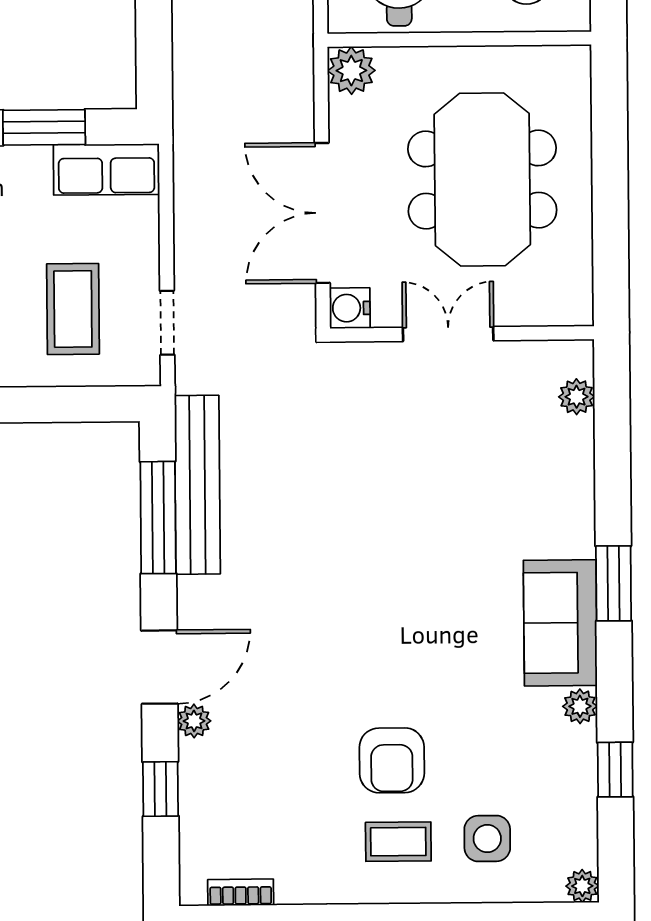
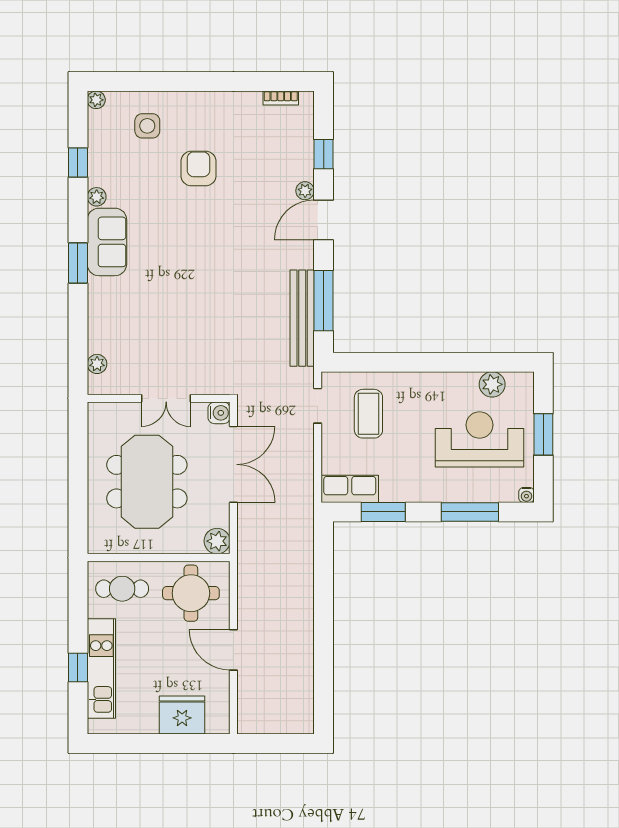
coffee table: (398, 842) -> (195, 125), removed

